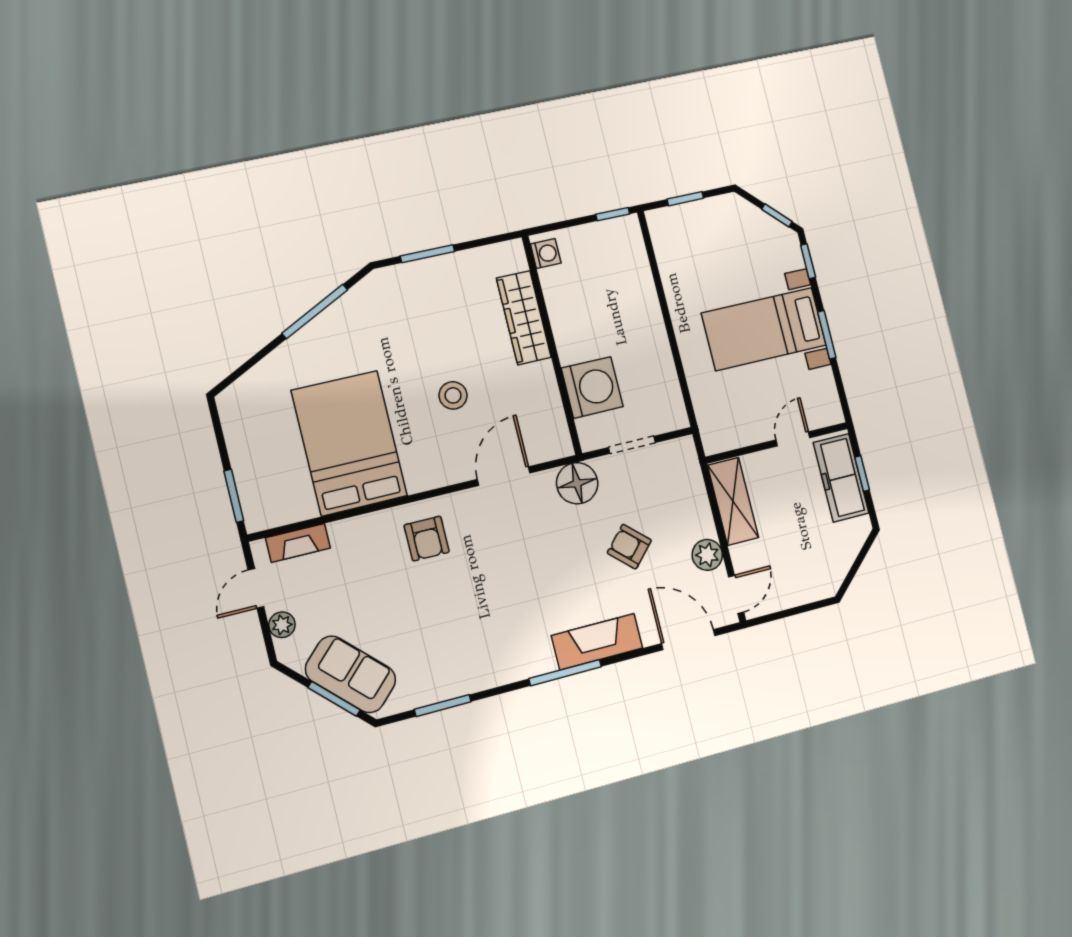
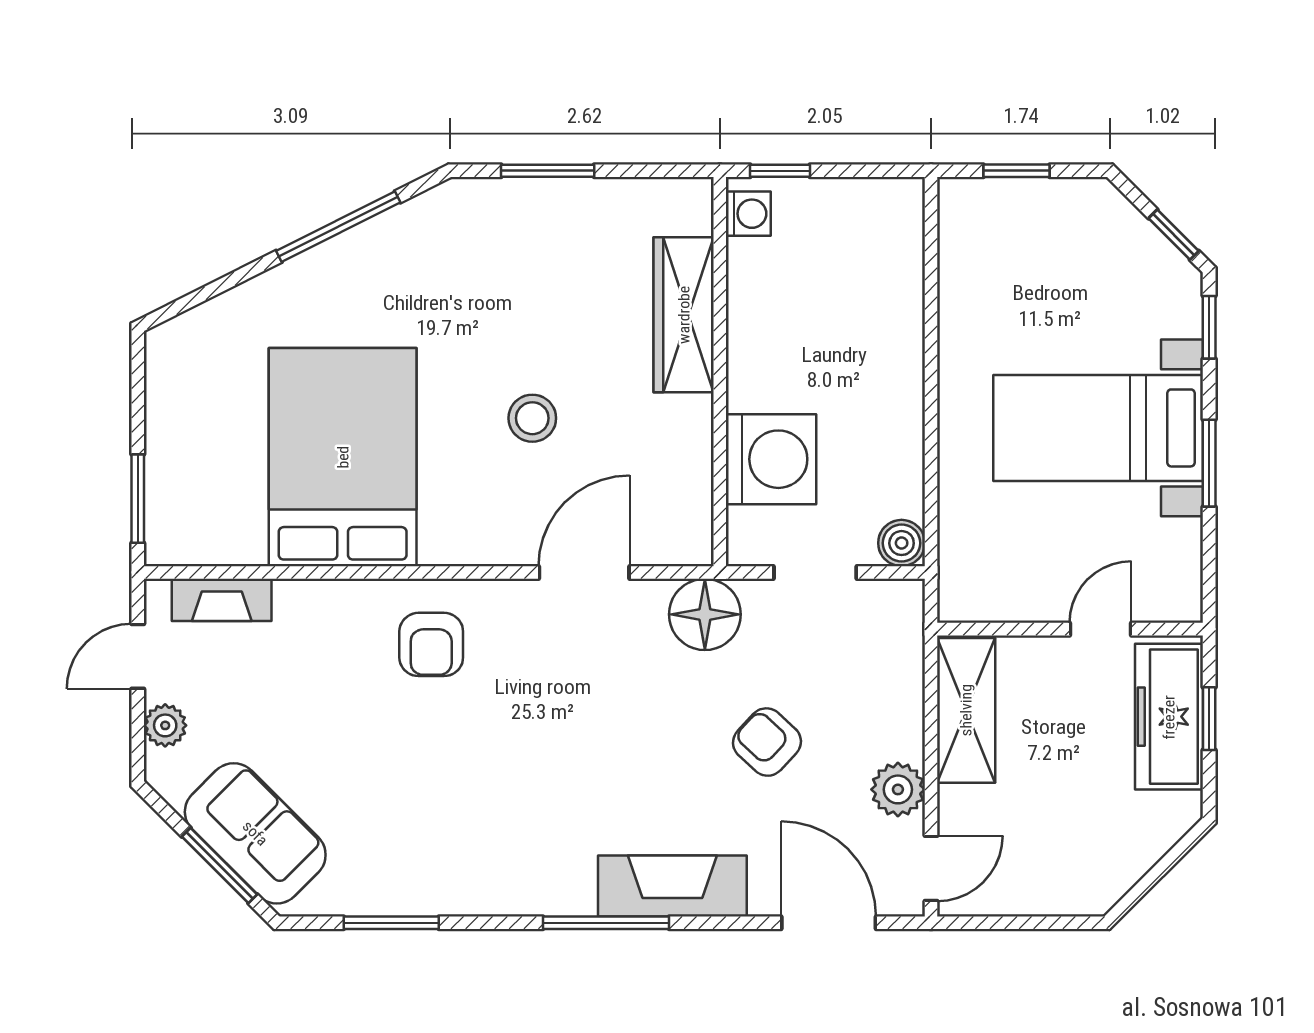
window: (613, 214) -> (780, 171), moved
boiler: (675, 417) -> (902, 543), added

